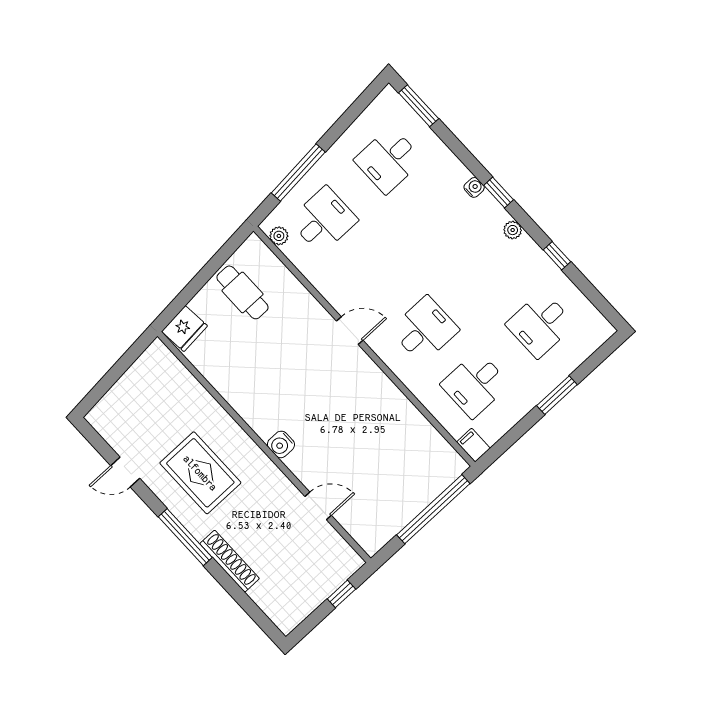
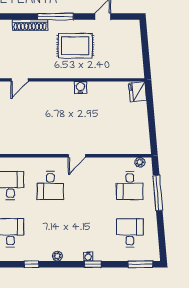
window: (499, 193) -> (93, 264), moved
cafe table: (242, 292) -> (131, 128), removed
water cooler: (281, 444) -> (80, 88), moved

